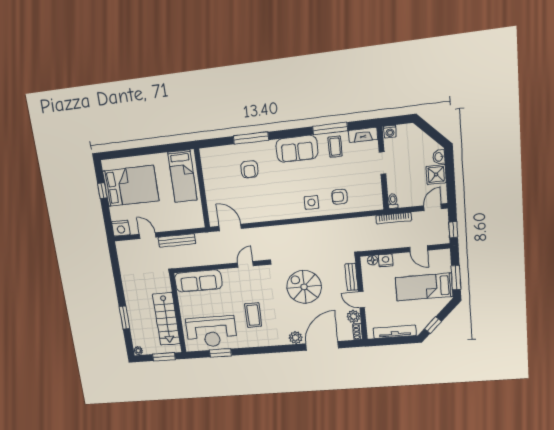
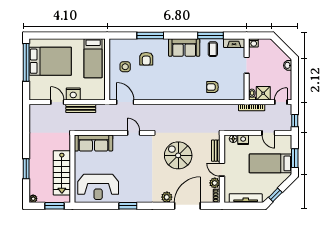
shower: (436, 175) -> (263, 93), moved
window: (102, 191) -> (26, 62), width x3.17
side table: (312, 202) -> (125, 67), moved
nightstand: (121, 228) -> (73, 94), moved
door: (245, 264) -> (134, 133), hinge flipped
coffee table: (253, 315) -> (135, 175), removed
window: (220, 353) -> (128, 206), moved

